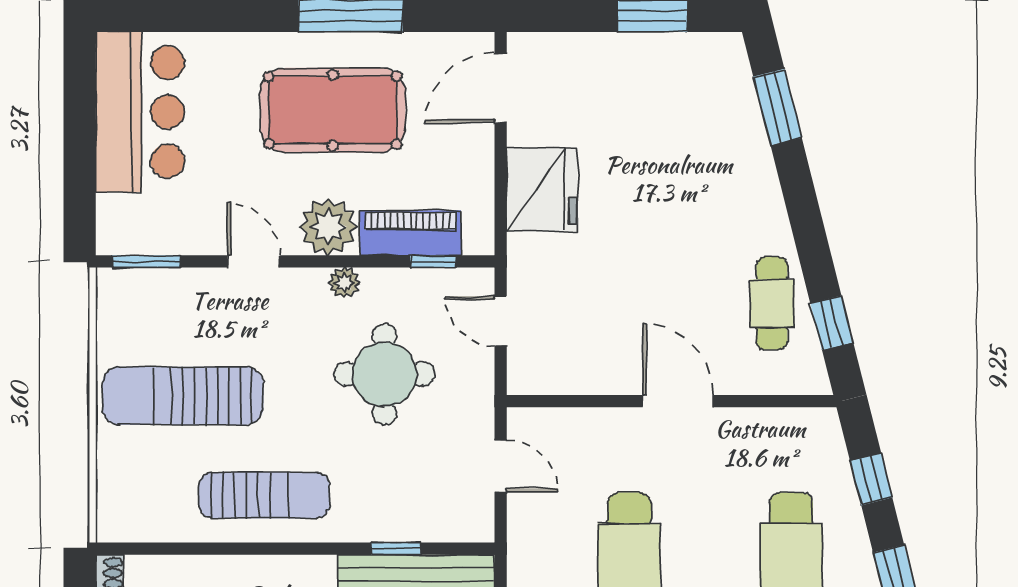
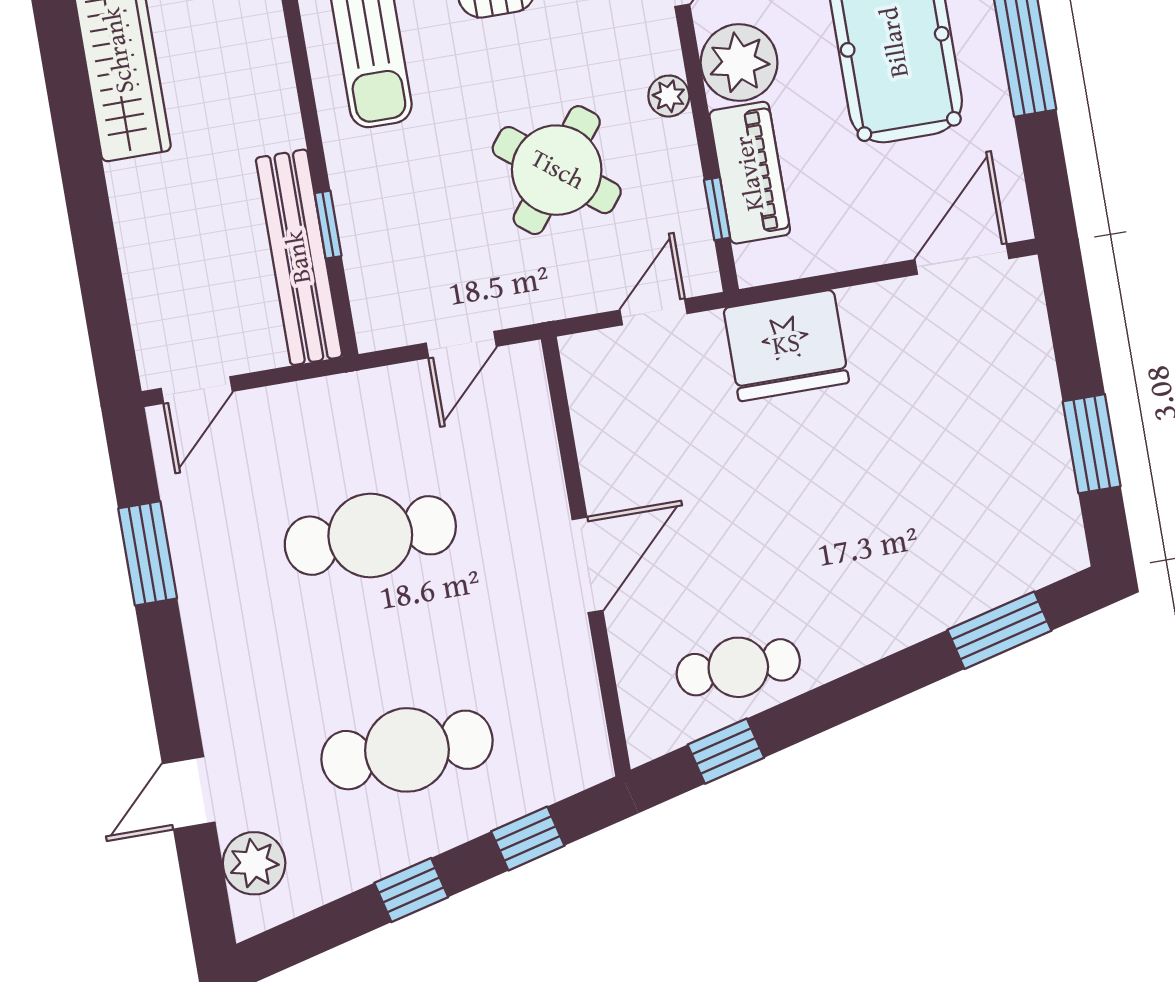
door: (501, 88) -> (962, 259), hinge flipped
fridge: (542, 189) -> (786, 345), moved
round table: (384, 374) -> (557, 170), turned 38

